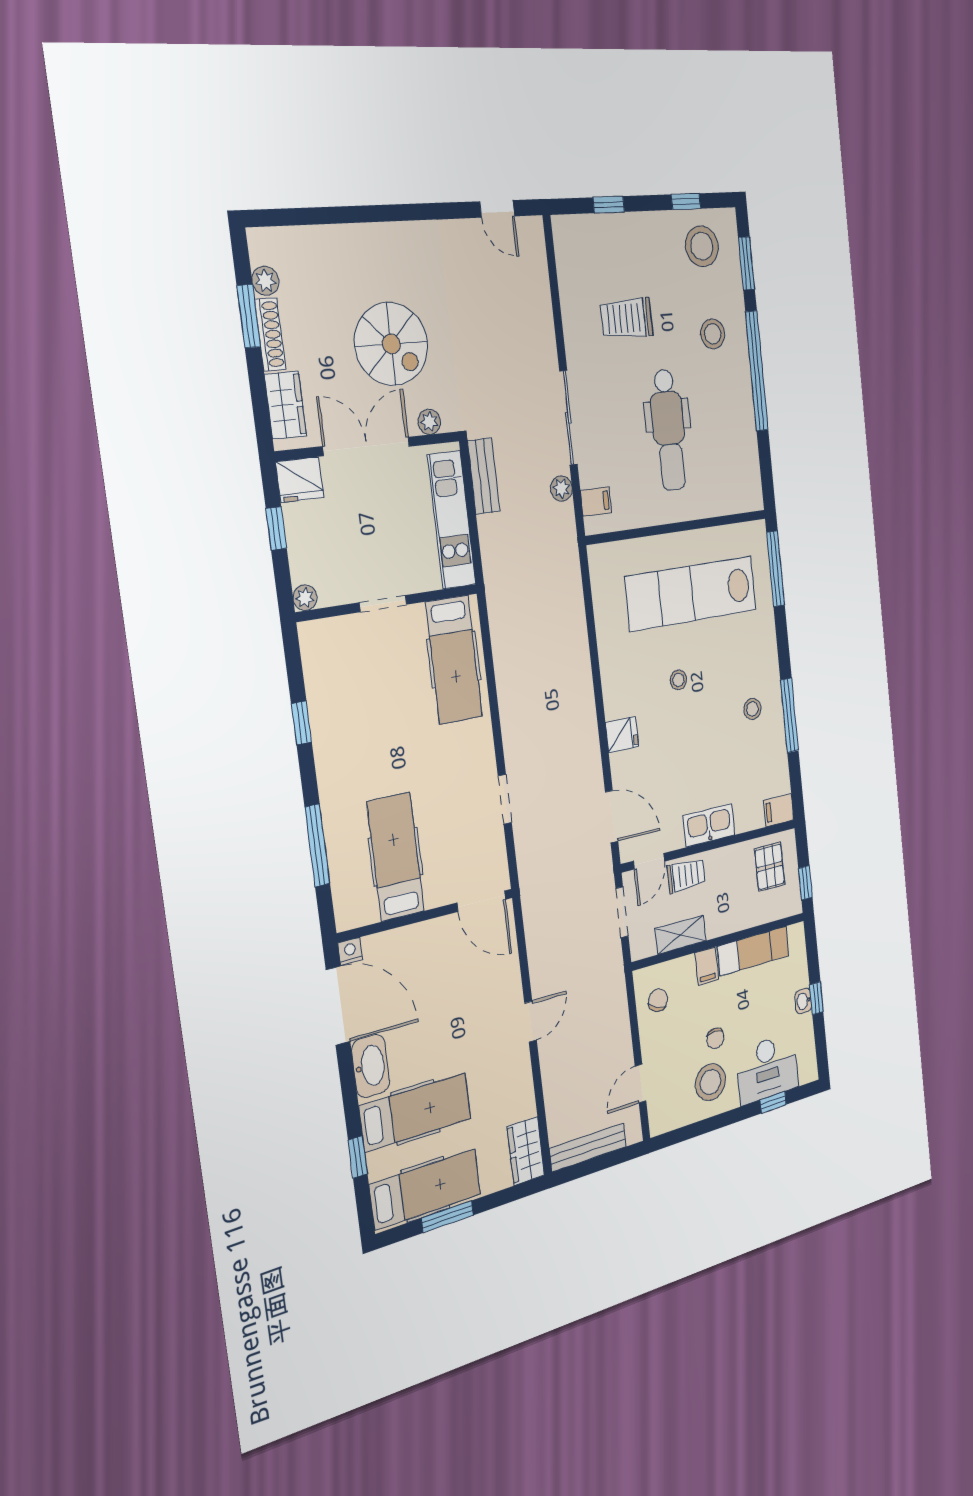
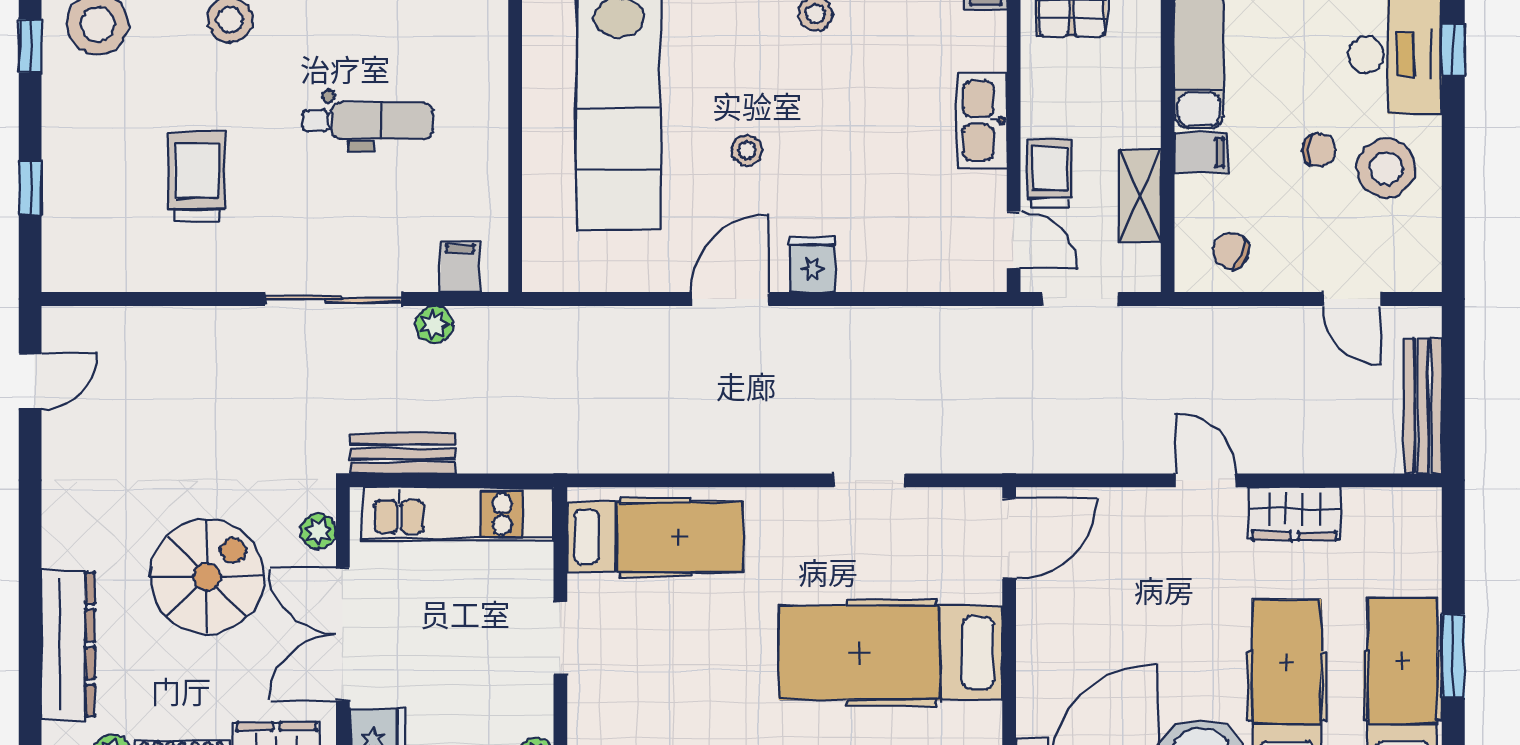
dresser: (335, 244) -> (68, 644), added
trolley: (627, 318) -> (197, 177), turned 180
dental chair: (669, 430) -> (368, 121), width x0.73, depth x0.72
door: (612, 817) -> (730, 299), moved
hospital bed: (396, 857) -> (891, 653), width x1.37, depth x1.29
wardrobe: (526, 1151) -> (1294, 514), moved

